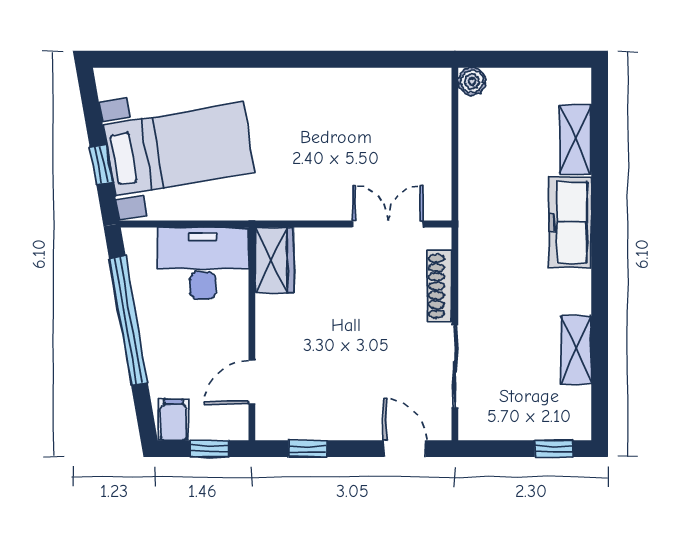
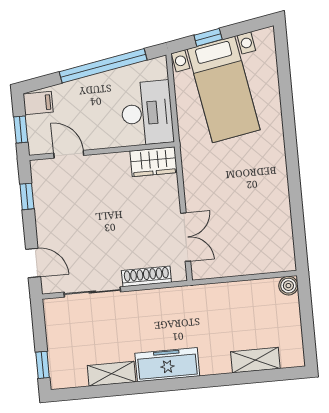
freezer: (570, 222) -> (167, 365), moved
door: (405, 449) -> (33, 263), hinge flipped

